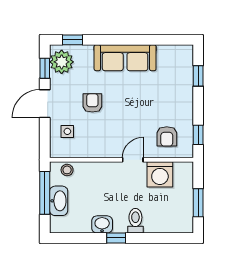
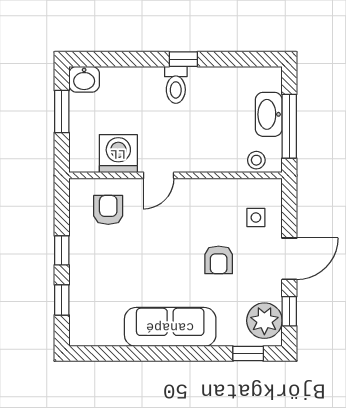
window: (198, 135) -> (62, 250), moved
toilet: (135, 221) -> (176, 85), moved
washbasin: (102, 224) -> (84, 79), moved

